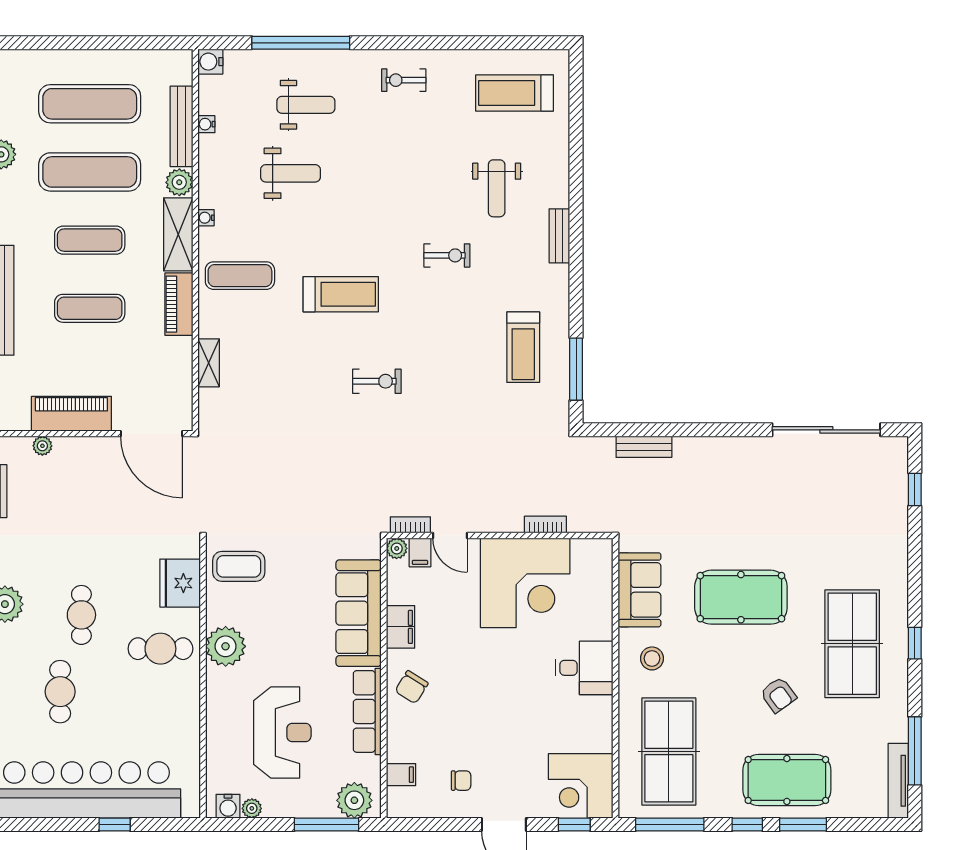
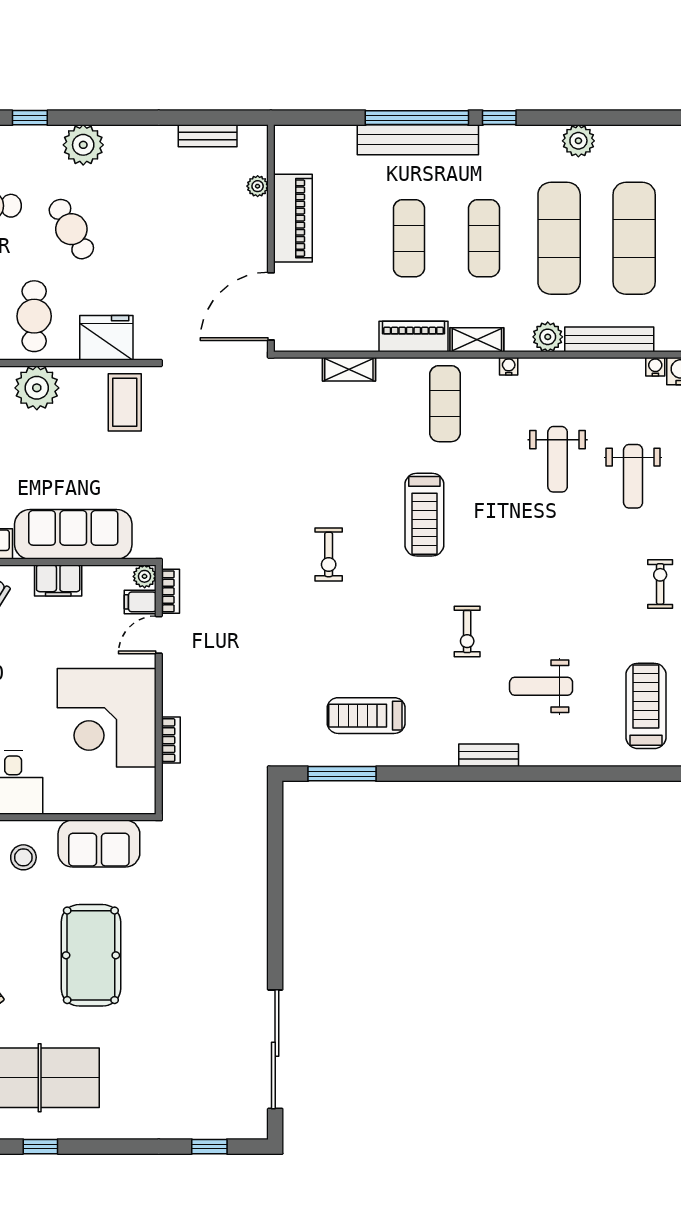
water cooler: (206, 124) -> (655, 367), moved
shelving: (178, 234) -> (477, 340), width x0.67, depth x0.75
bench: (644, 447) -> (256, 849), removed
cafe table: (81, 615) -> (71, 229), turned 60

